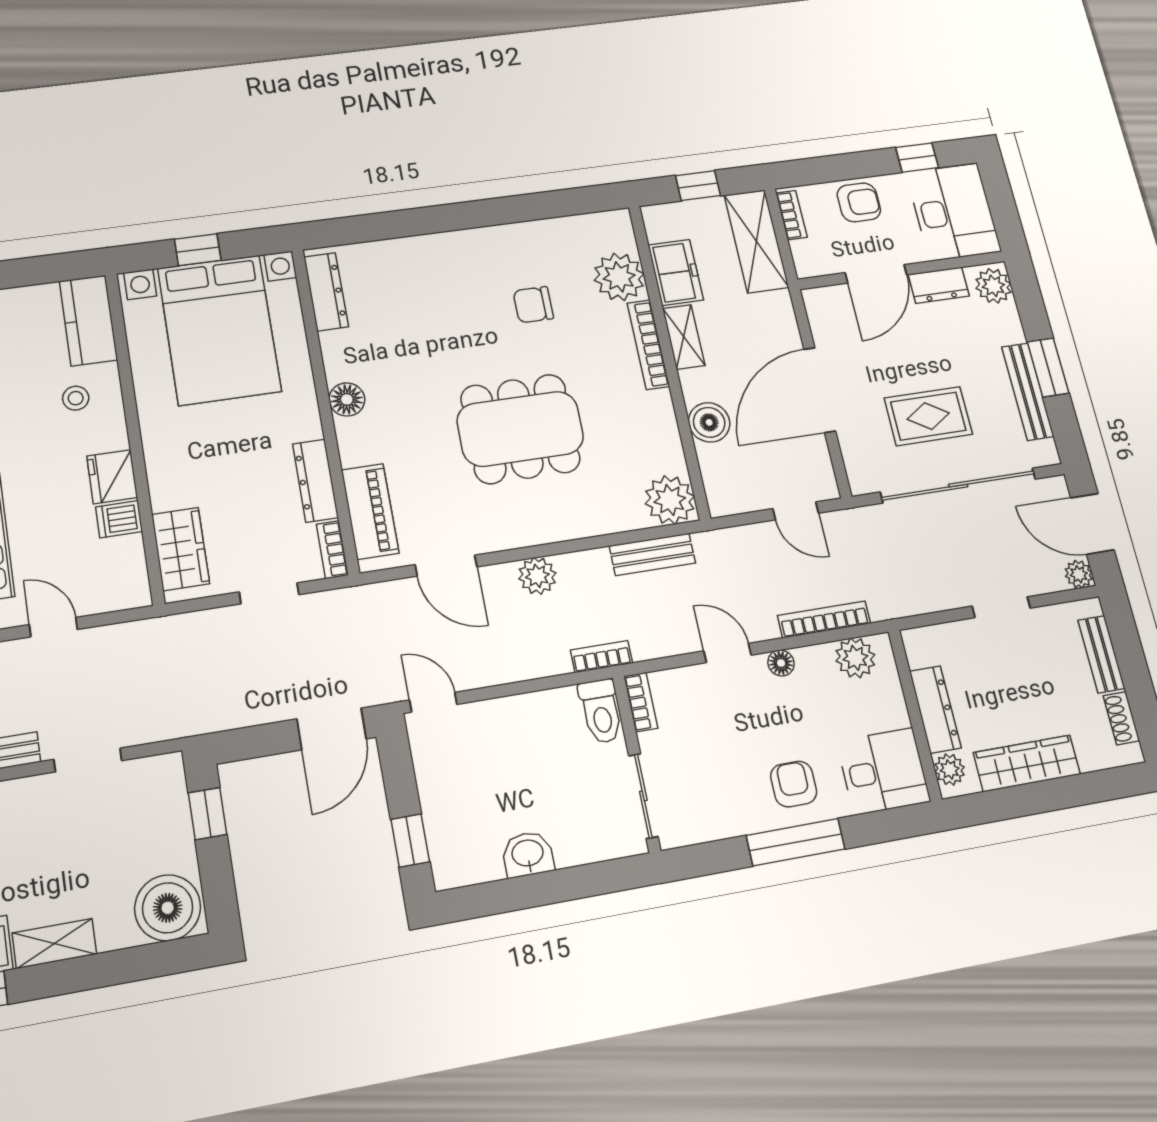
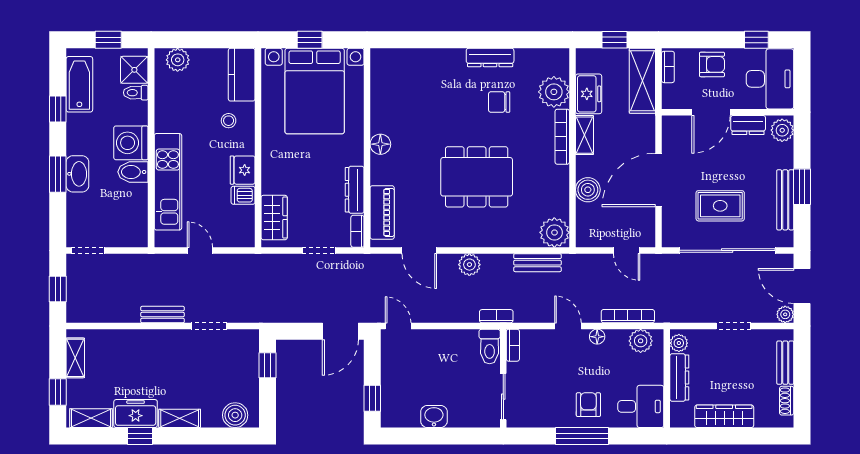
dresser: (326, 292) -> (490, 57), moved, turned 90
plant: (950, 769) -> (679, 343), moved
boiler: (168, 908) -> (235, 415), width x0.73, depth x0.73

